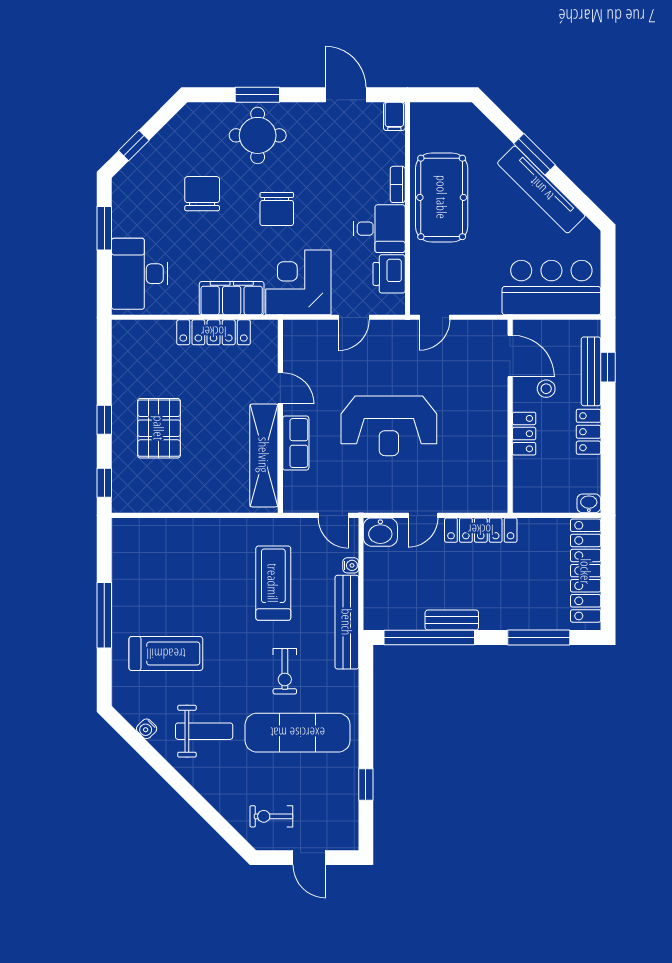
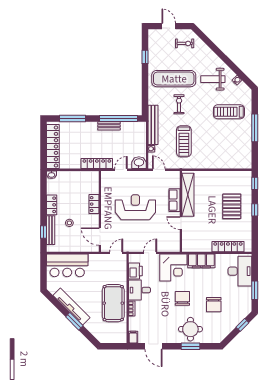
locker: (214, 332) -> (228, 247), moved
door: (510, 356) -> (100, 237), moved
wall: (510, 416) -> (100, 211), moved
locker: (524, 434) -> (94, 204), moved

